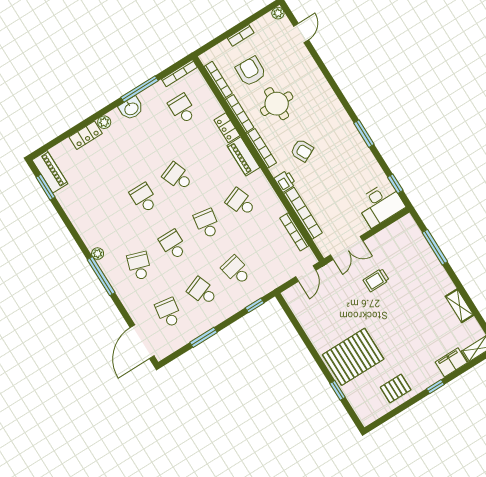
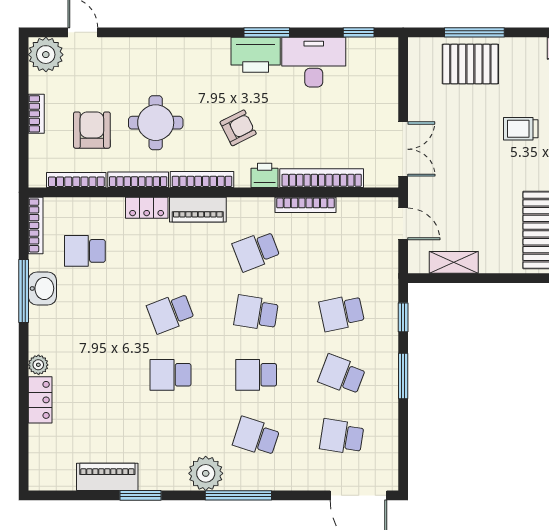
plant: (278, 13) -> (46, 55), width x1.88, depth x1.88
armchair: (251, 71) -> (92, 130), turned 88
washbasin: (131, 108) -> (42, 288), moved
printer: (348, 135) -> (256, 55), added
piano: (50, 172) -> (107, 477), moved
window: (45, 187) -> (141, 495), moved
desk: (380, 204) -> (314, 62), moved, turned -90
bookcase: (294, 232) -> (305, 205), moved
plant: (98, 254) -> (206, 473), width x1.88, depth x1.88
pallet: (416, 256) -> (470, 64), added
trolley: (376, 280) -> (521, 129), moved, turned 90
school desk: (202, 292) -> (342, 375), turned 42
shelving: (302, 314) -> (454, 262), added
window: (204, 337) -> (403, 376), moved

